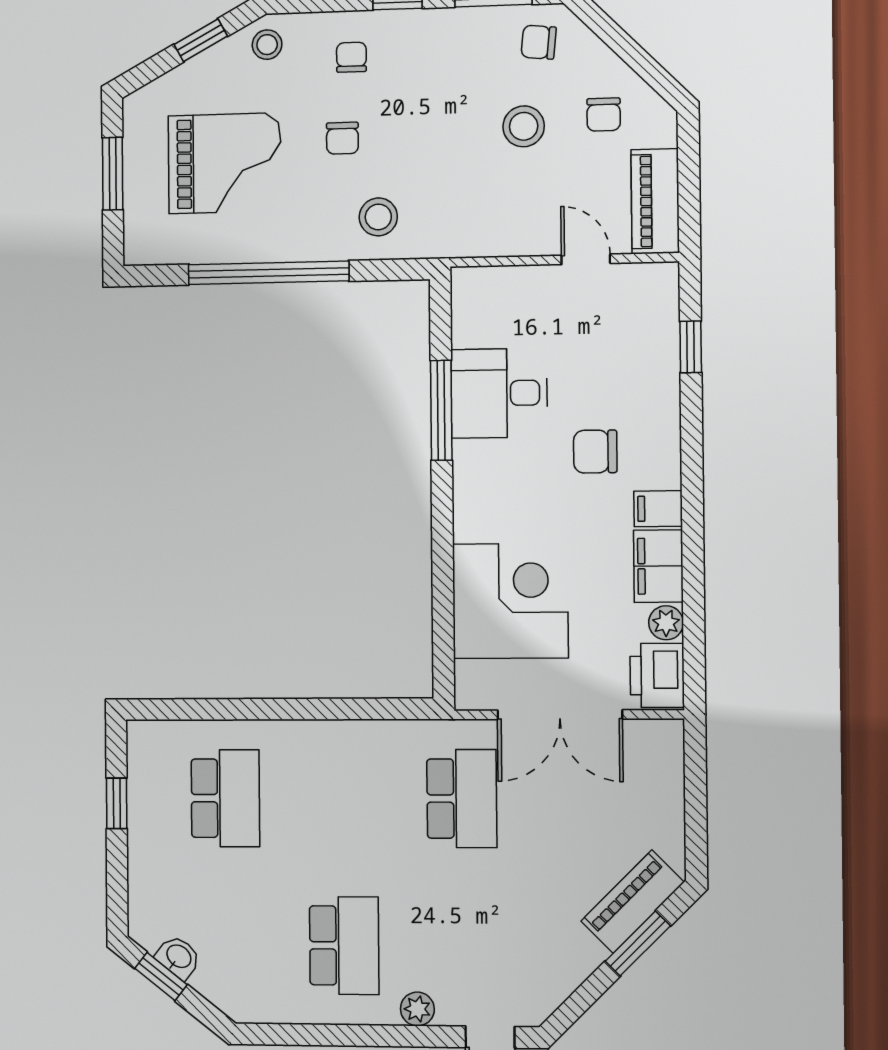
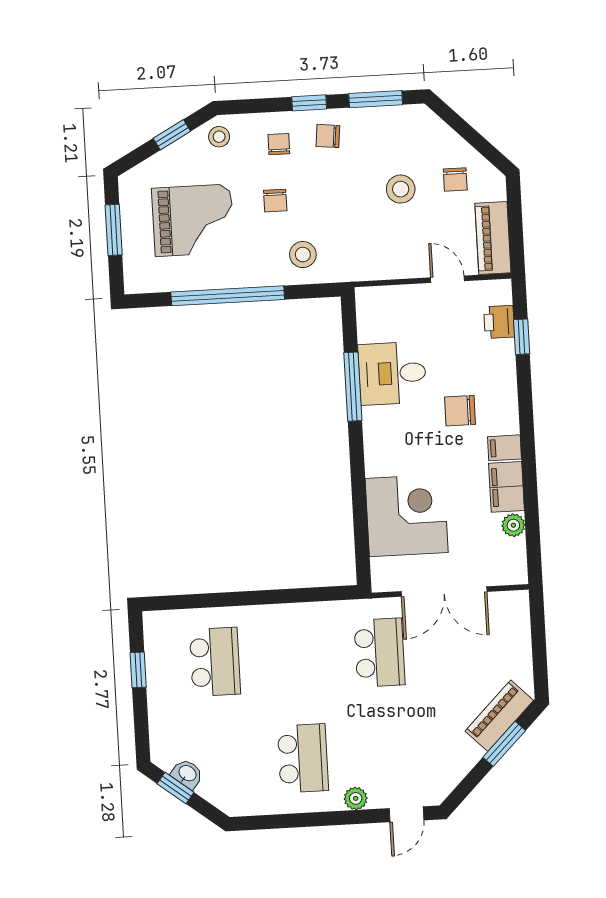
chair: (539, 42) -> (328, 136), moved
printer: (657, 675) -> (499, 322), moved, width x0.73, depth x0.81

